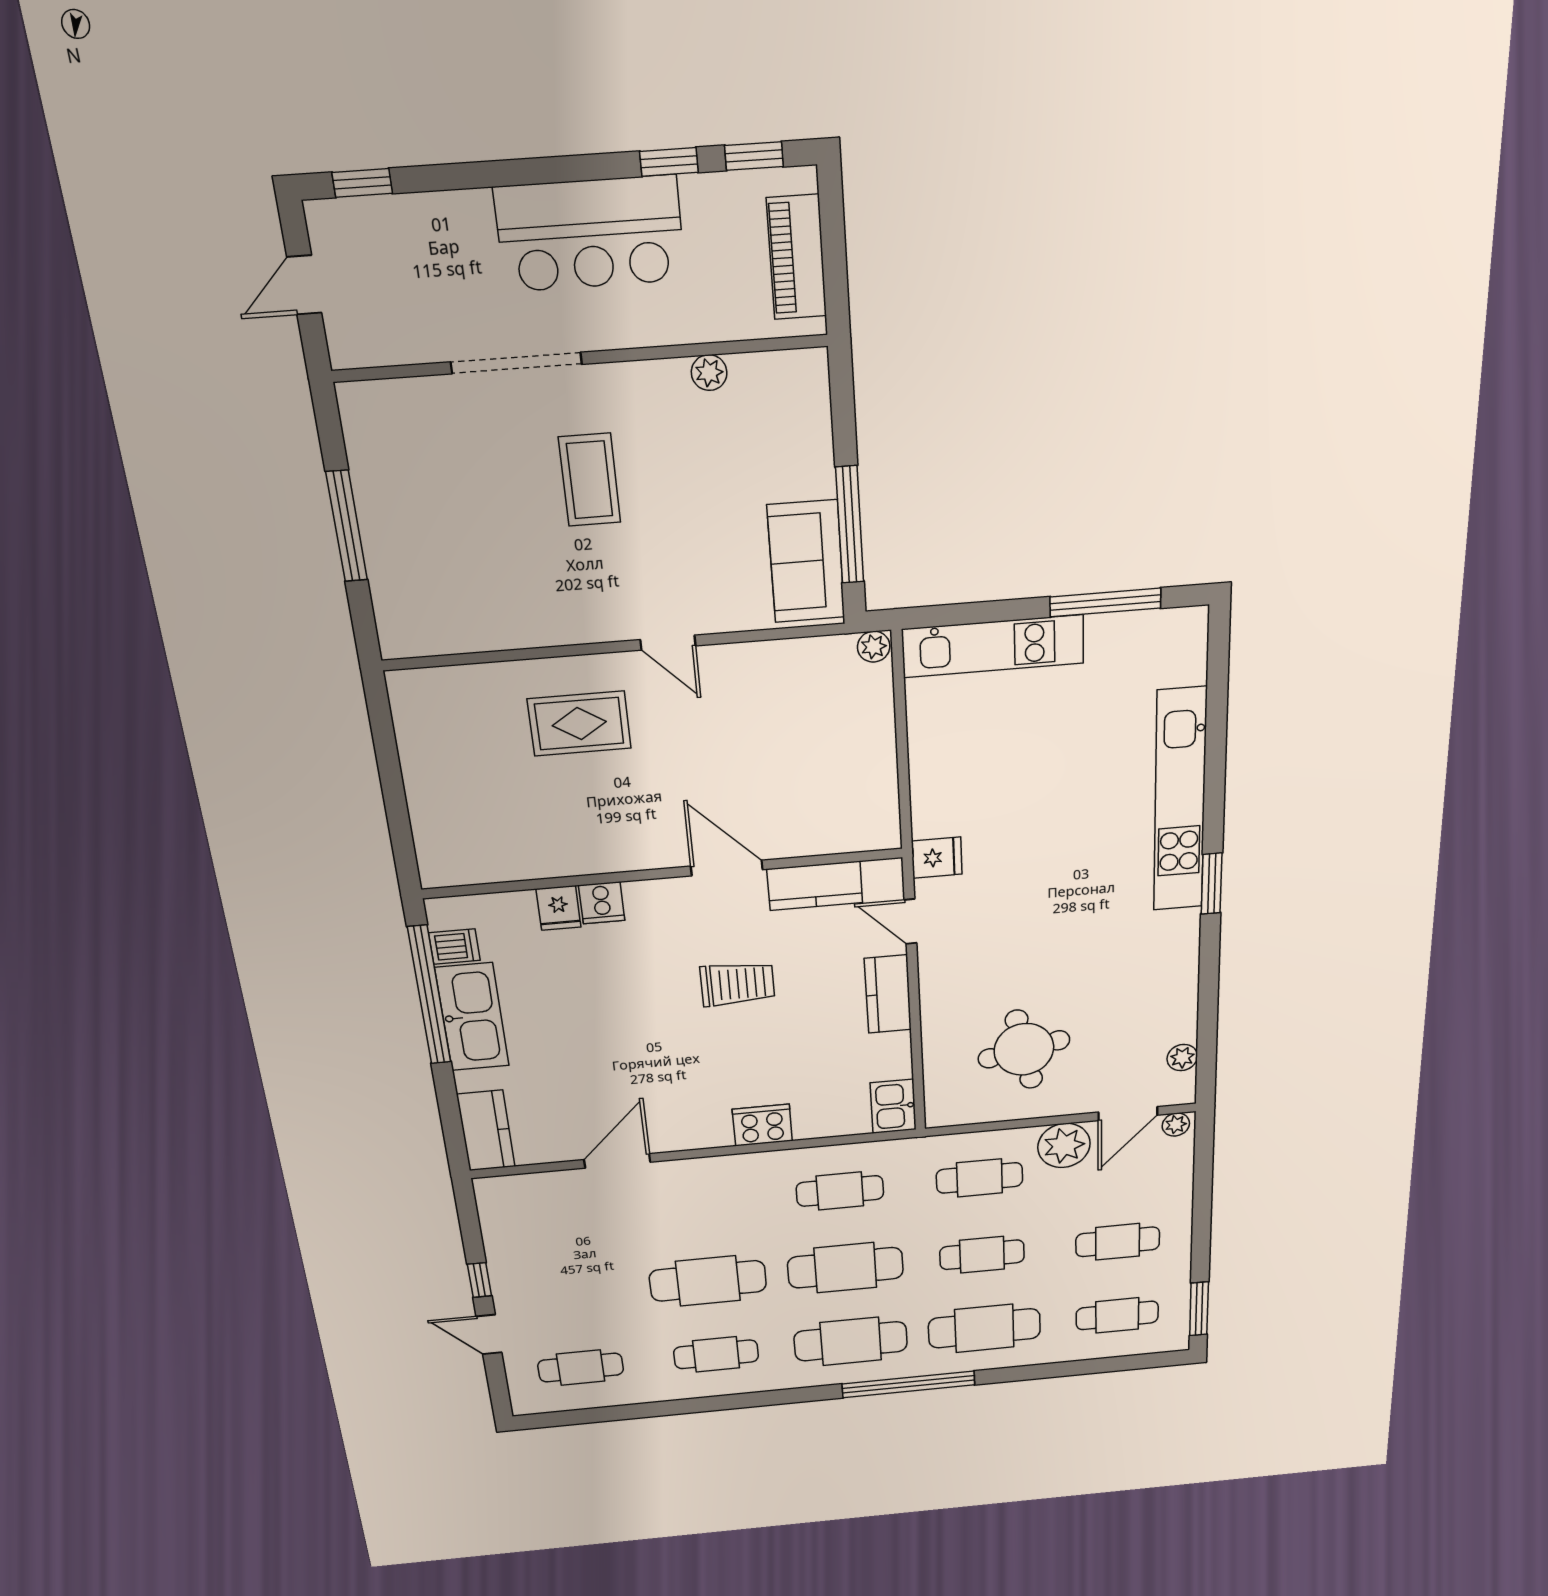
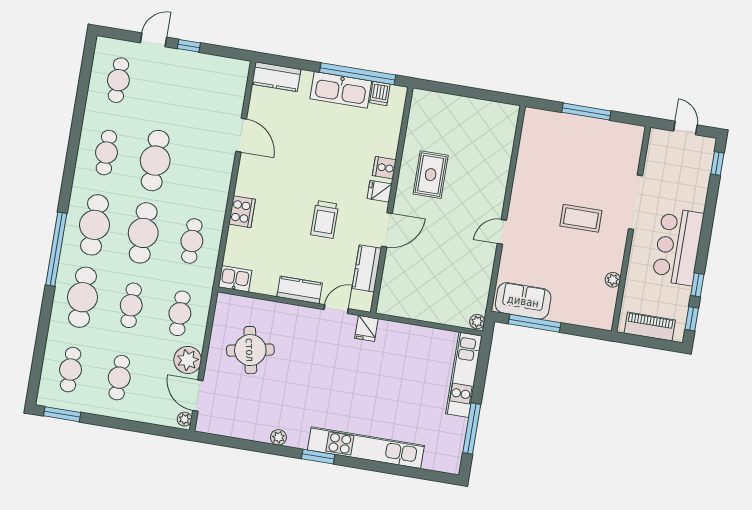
rug: (579, 724) -> (431, 175), moved
fridge: (558, 908) -> (380, 191), moved
plant: (1182, 1058) -> (278, 437), moved

